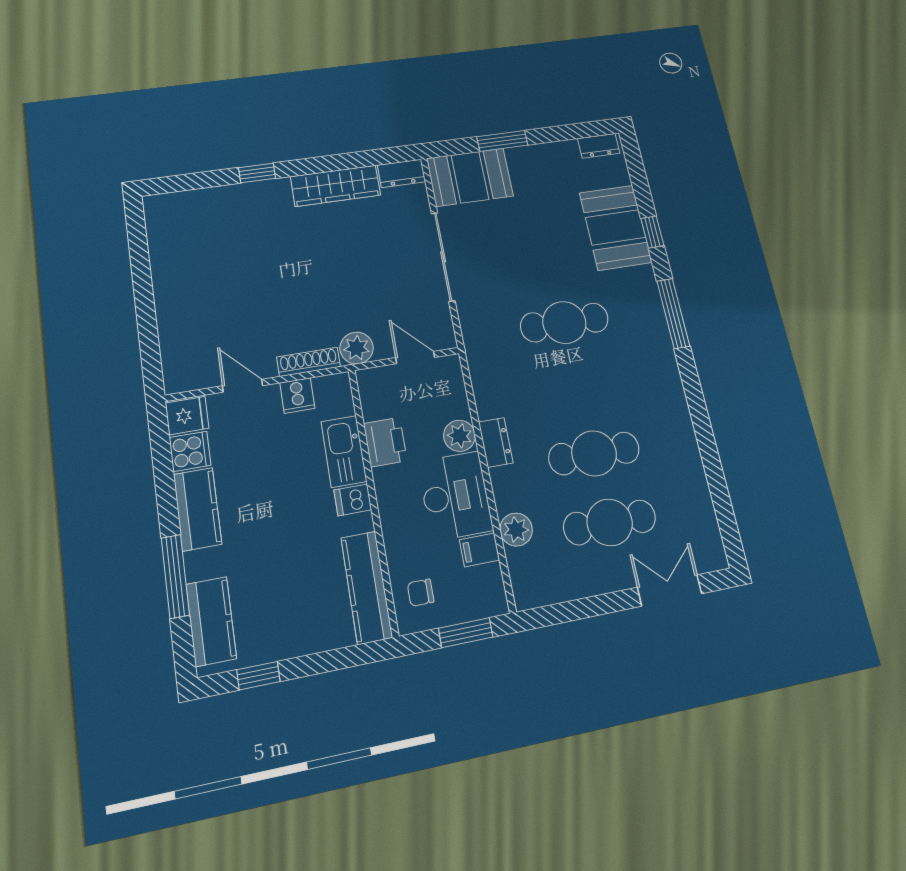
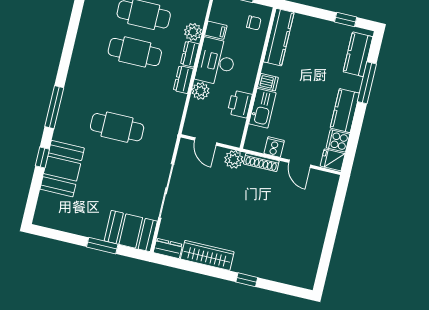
dresser: (599, 146) -> (190, 54), moved, turned -90

